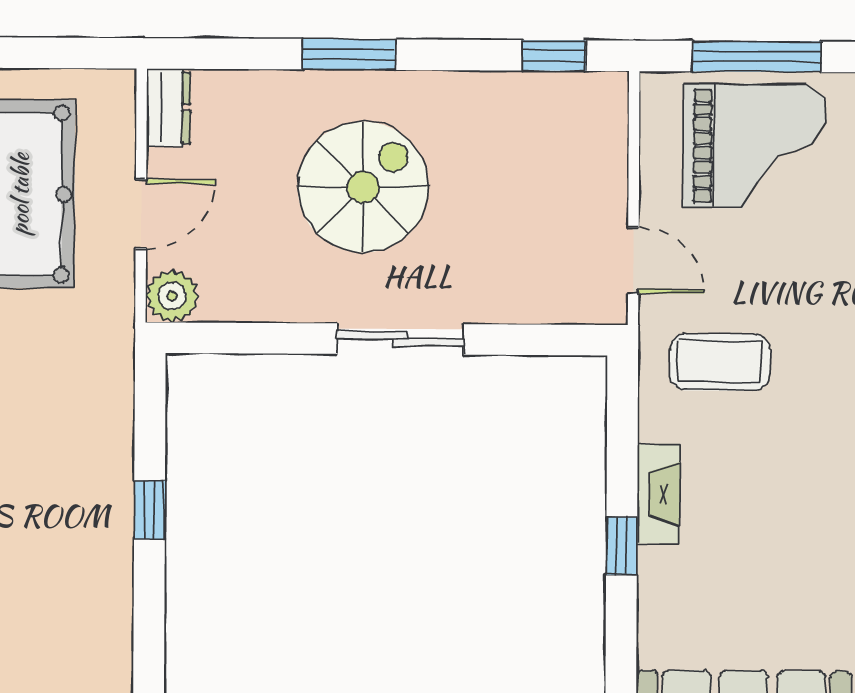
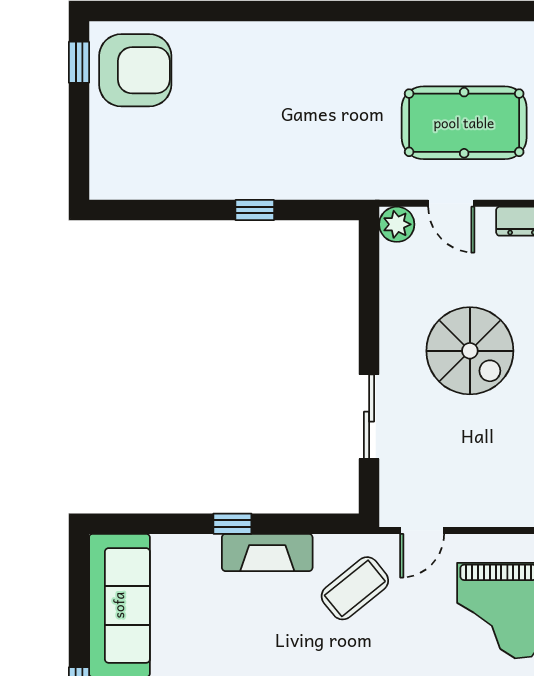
sliding door: (400, 339) -> (369, 417), moved
coffee table: (720, 362) -> (355, 588), turned 51
fireplace: (658, 494) -> (267, 552), width x1.37, depth x1.32

